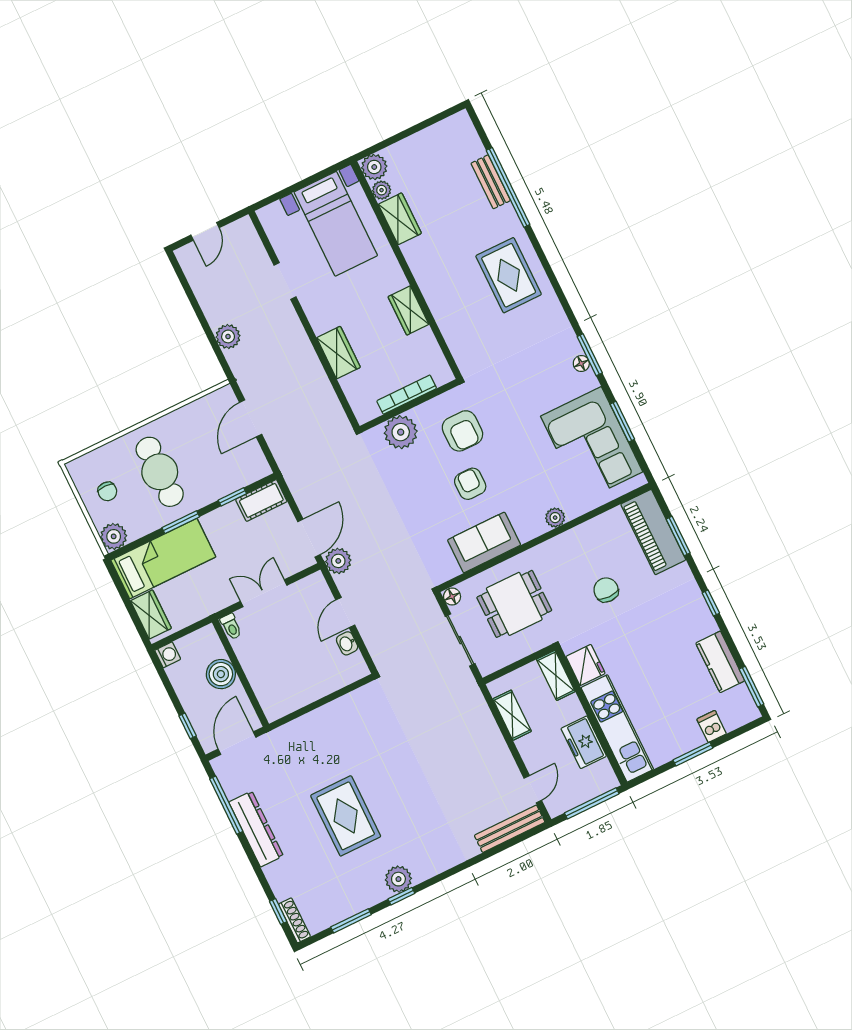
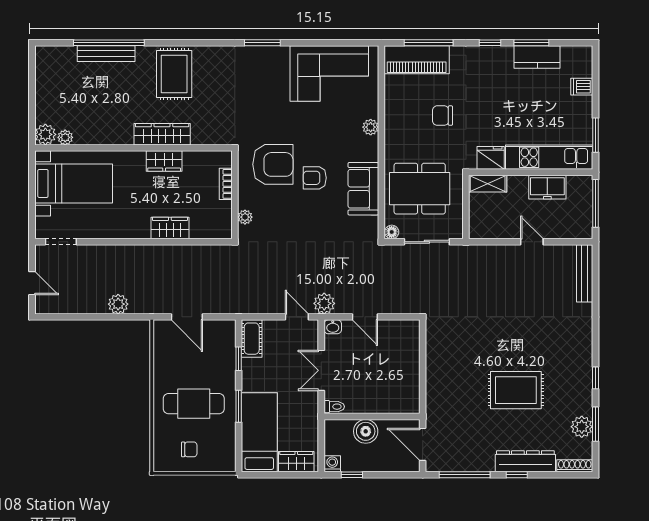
bench: (491, 182) -> (106, 54), width x1.36
wardrobe: (400, 219) -> (162, 134), moved, width x1.50
rug: (509, 275) -> (174, 74), turned 90
doorway: (285, 281) -> (61, 242), moved
floor lamp: (581, 364) -> (266, 52), removed
bookcase: (407, 395) -> (226, 184), width x0.64
window: (622, 422) -> (324, 43), removed
armchair: (462, 431) -> (273, 164), width x1.36, depth x1.36
plant: (401, 432) -> (245, 217), width x0.53, depth x0.53
plant: (114, 536) -> (225, 461), removed
window: (678, 536) -> (429, 43), width x1.44
door: (309, 538) -> (297, 317), width x0.73
dining table: (514, 604) -> (420, 189), width x1.37
washbasin: (347, 643) -> (333, 327), moved
window: (752, 687) -> (531, 43), moved
shelving: (512, 715) -> (501, 230), removed
window: (188, 726) -> (352, 475), moved
window: (693, 754) -> (595, 135), moved
door: (533, 789) -> (532, 242), moved
dresser: (256, 829) -> (525, 461), moved
plant: (398, 879) -> (582, 427), moved
window: (278, 911) -> (517, 475), moved

